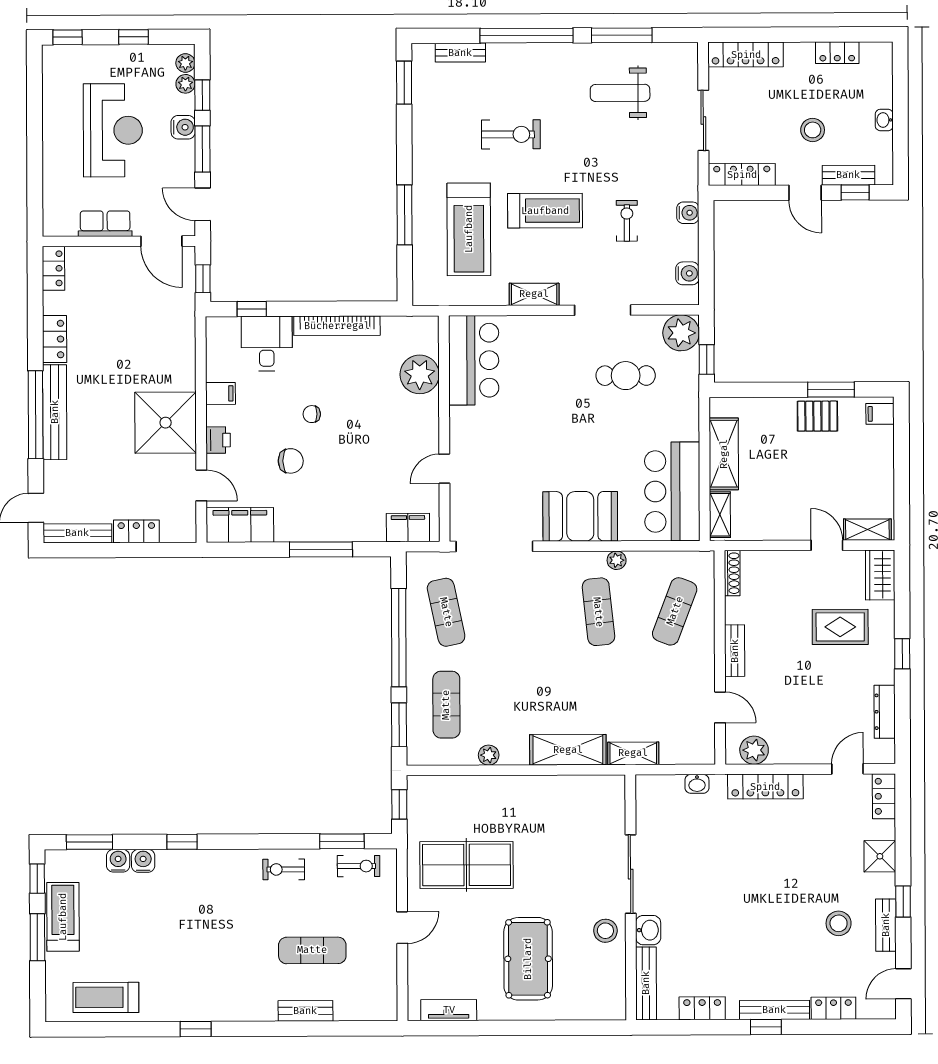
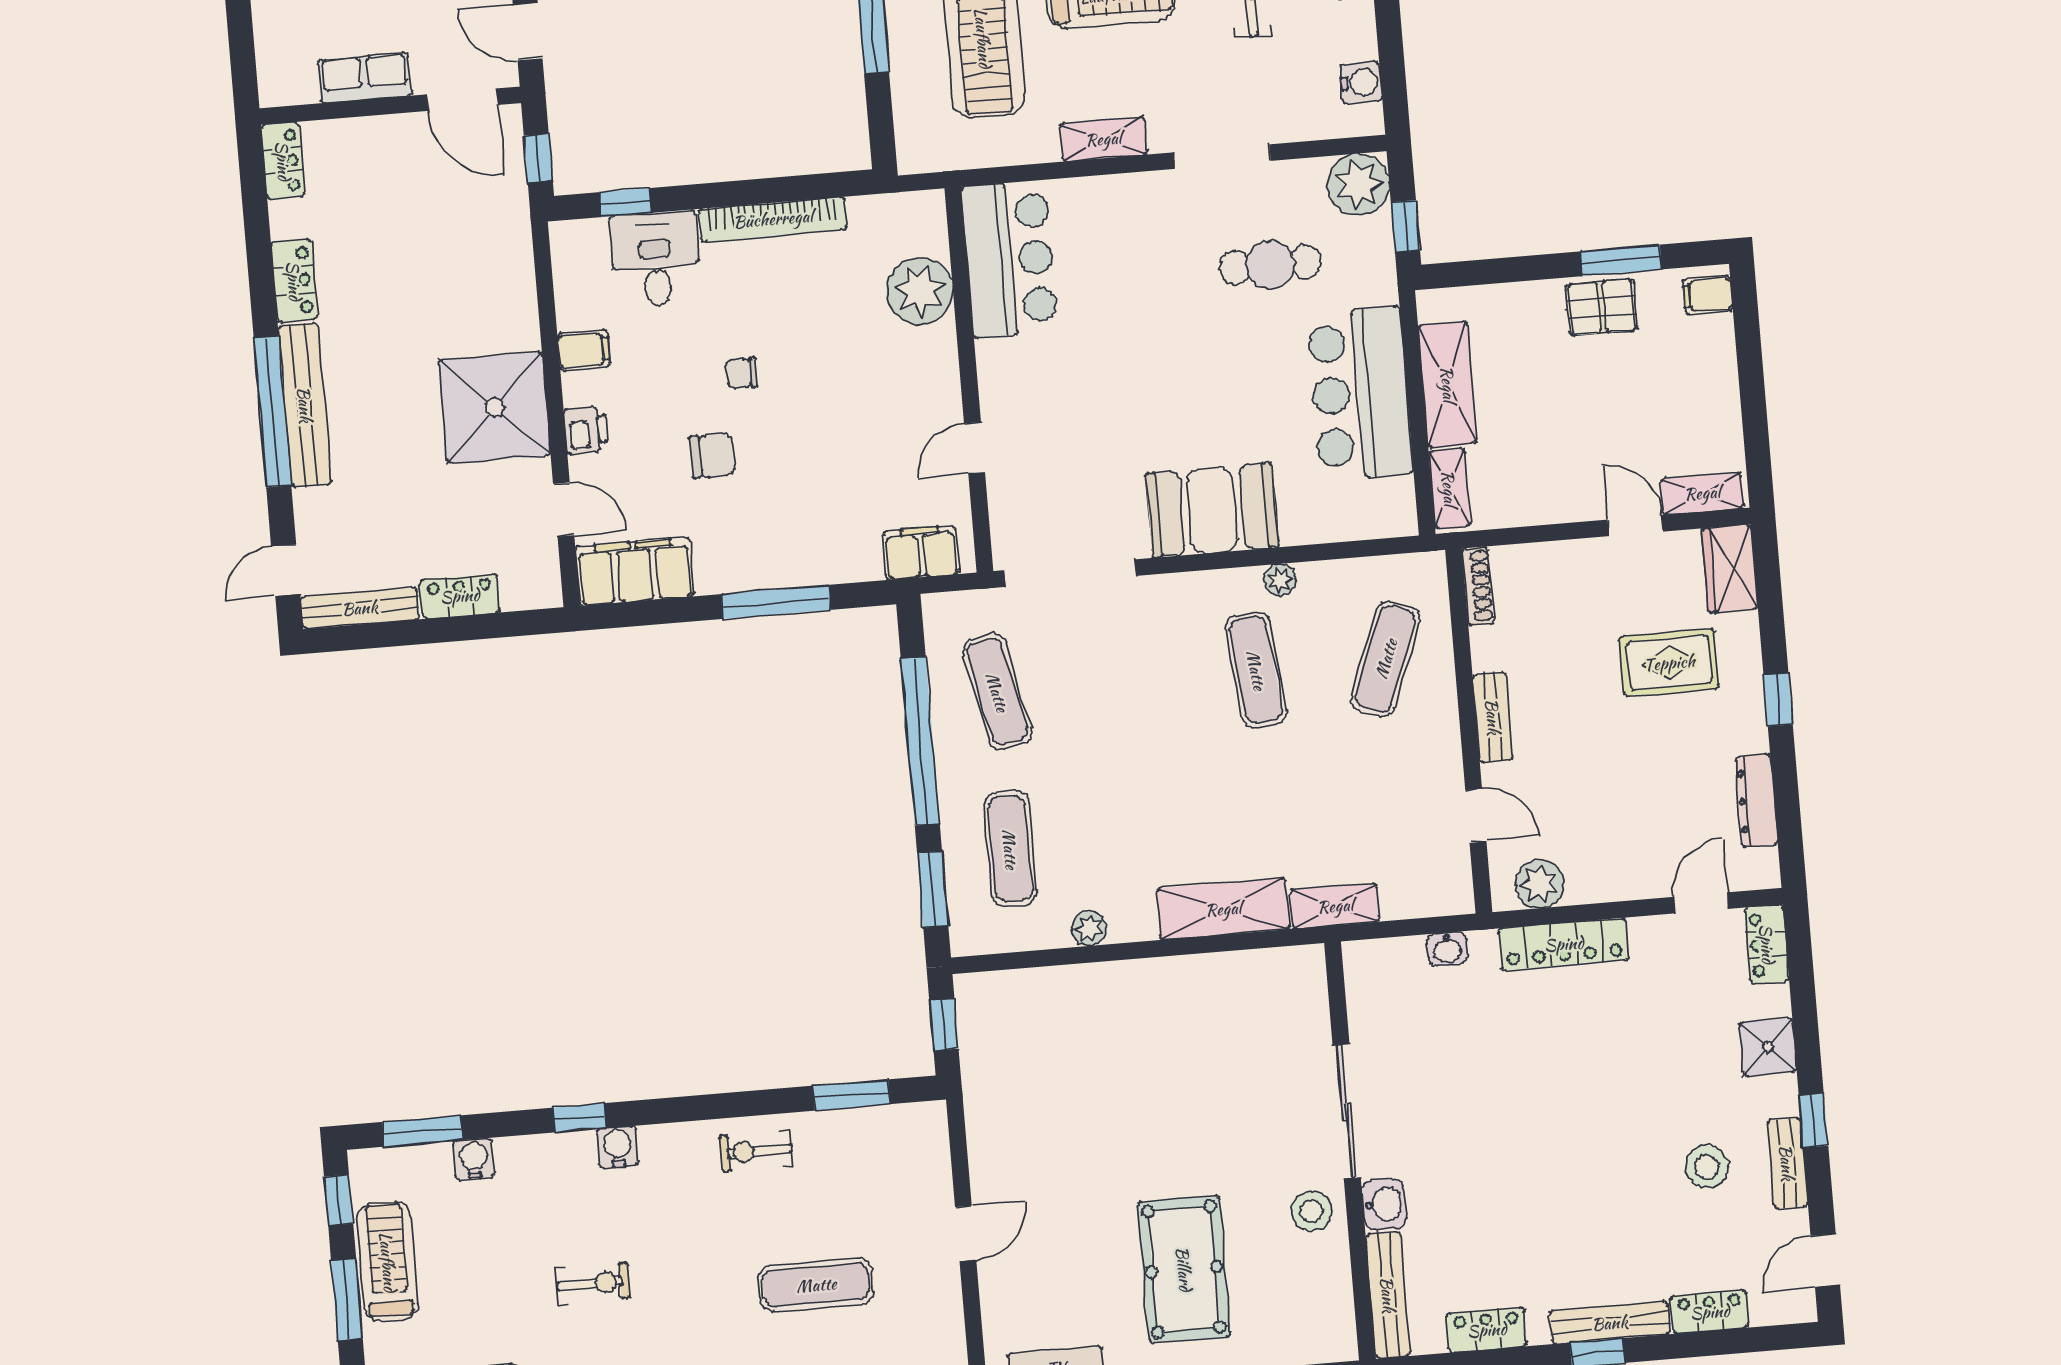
bar counter: (672, 491) -> (1360, 394), moved
water cooler: (143, 861) -> (618, 1147), moved
table tennis table: (467, 865) -> (1067, 1118), removed
exercise bike: (359, 866) -> (593, 1283), moved

